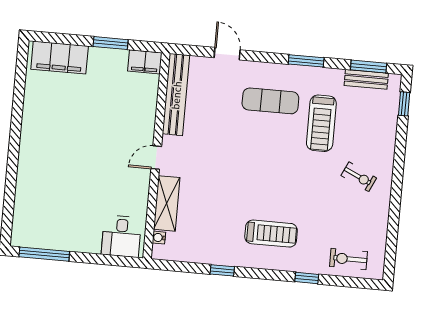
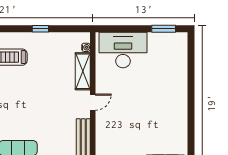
desk: (121, 236) -> (123, 50), width x1.87, depth x1.30
window: (44, 254) -> (164, 29), width x0.69

